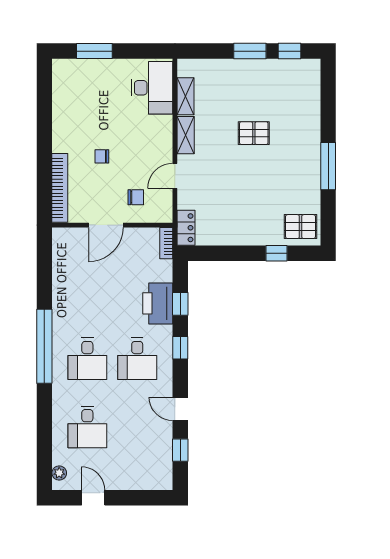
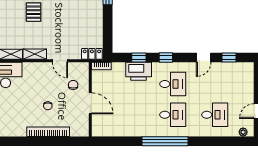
bookcase: (60, 188) -> (48, 132), moved

